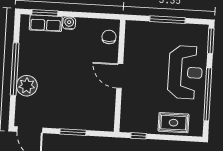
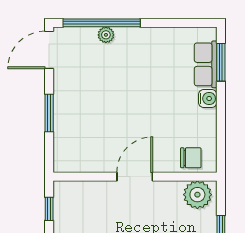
plant: (134, 34) -> (197, 195), added
window: (15, 69) -> (102, 23), moved
plant: (27, 86) -> (106, 35), width x0.53, depth x0.53

